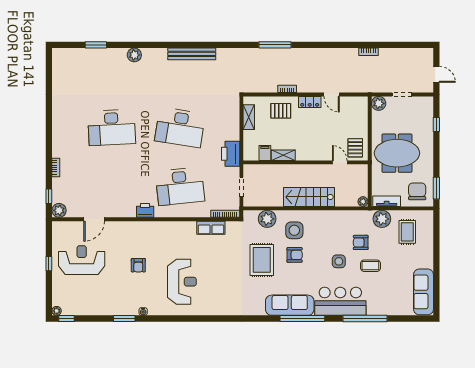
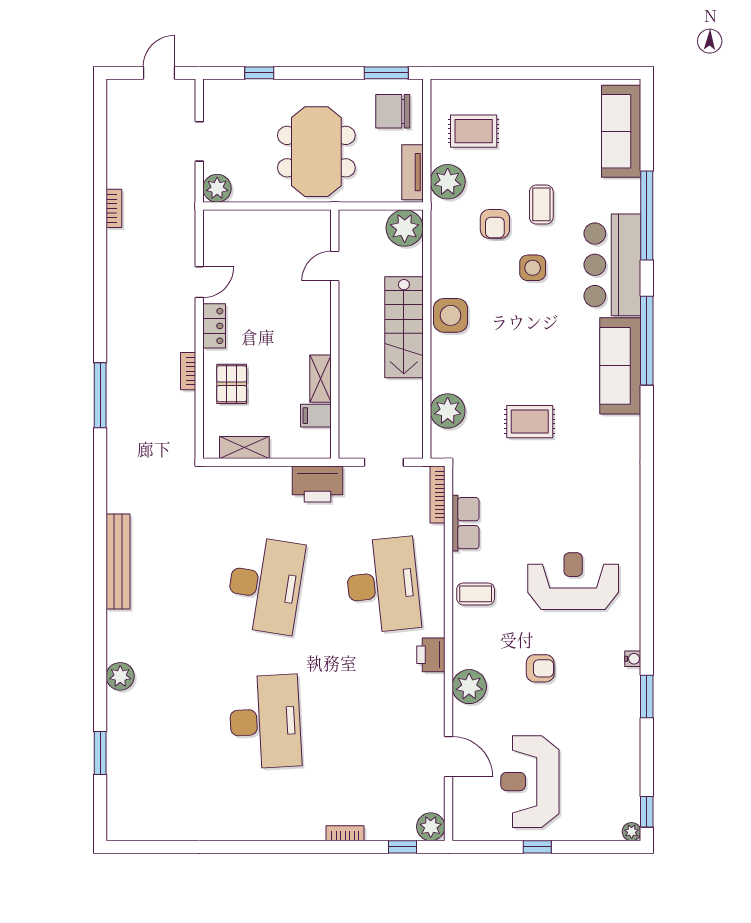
pallet: (355, 148) -> (306, 235), removed
plant: (363, 202) -> (405, 228), width x1.88, depth x1.88
plant: (129, 230) -> (469, 687), added
side table: (294, 230) -> (451, 315), moved
coffee table: (176, 233) -> (476, 594), added
armchair: (295, 255) -> (520, 356), removed
rug: (262, 260) -> (530, 422), width x0.73, depth x0.70
sofa: (423, 292) -> (621, 131), moved, turned 90

